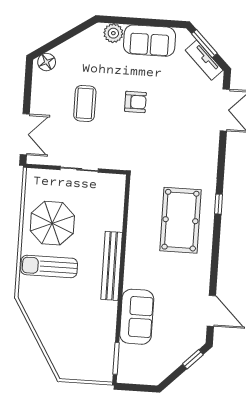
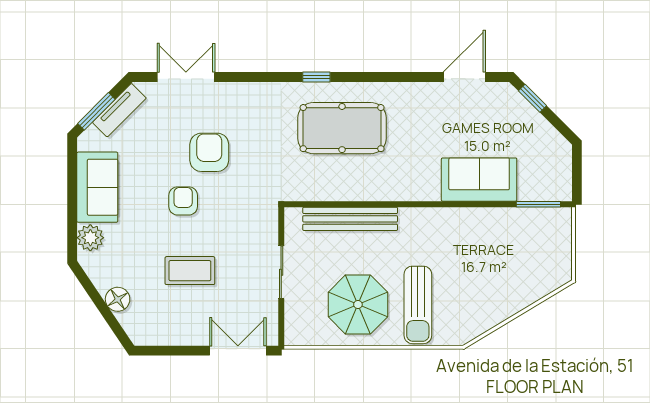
floor lamp: (47, 62) -> (118, 299), moved
armchair: (169, 123) -> (209, 152), added
bench: (112, 266) -> (350, 219), moved

